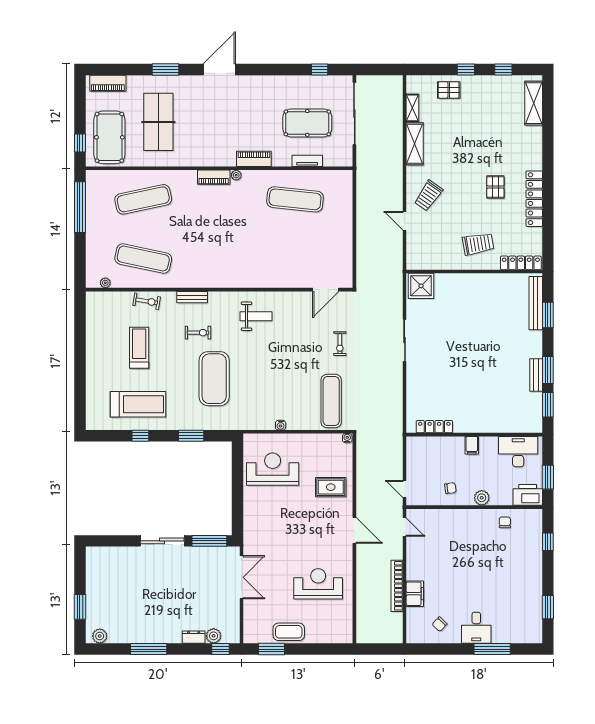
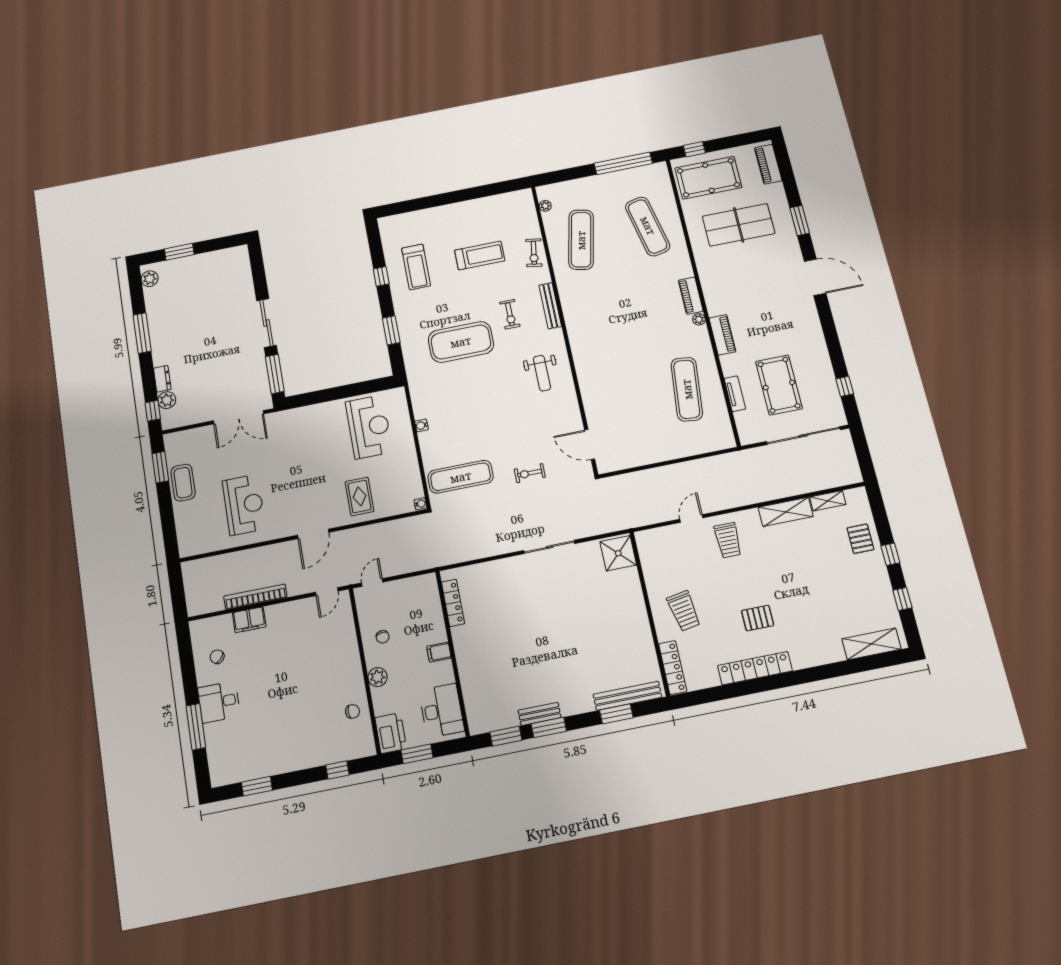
trolley: (428, 196) -> (728, 540), turned -125
bench: (192, 297) -> (550, 306), width x1.36
treadmill: (138, 404) -> (416, 267), width x0.73, depth x0.73

